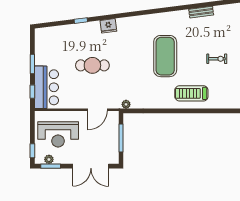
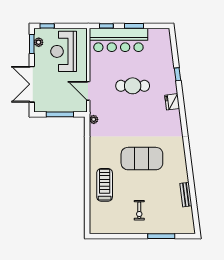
cafe table: (92, 65) -> (133, 86), turned 90
bar counter: (47, 87) -> (118, 40), width x1.36

